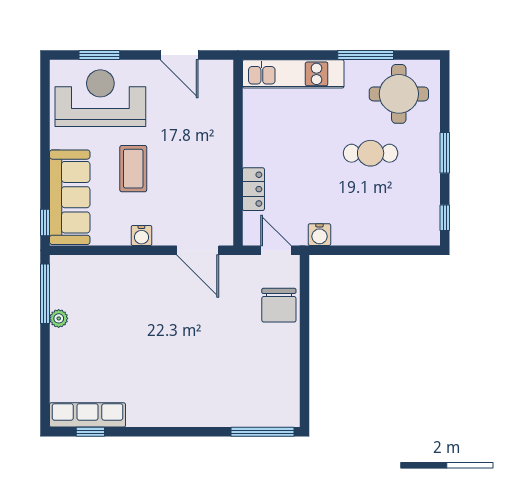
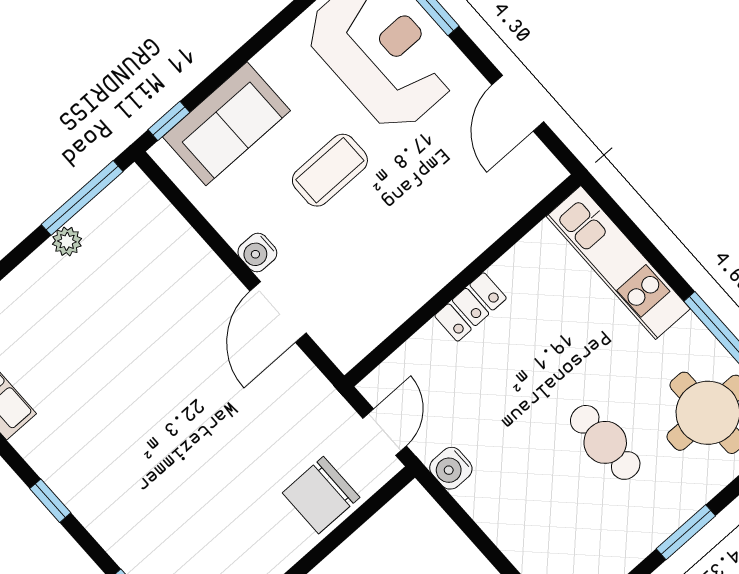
locker: (253, 189) -> (471, 307), moved
sofa: (70, 197) -> (226, 124), width x0.73
door: (198, 250) -> (278, 312), moved
window: (171, 432) -> (50, 501), added

